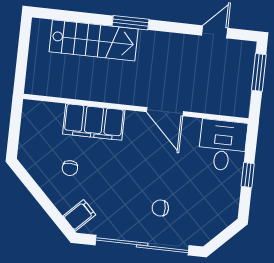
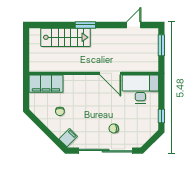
filing cabinet: (94, 122) -> (46, 84), moved
desk: (223, 145) -> (140, 89), width x1.37
window: (248, 175) -> (161, 116), moved

